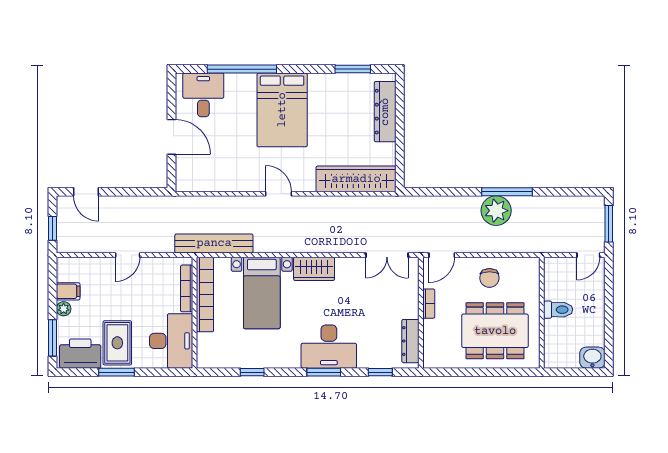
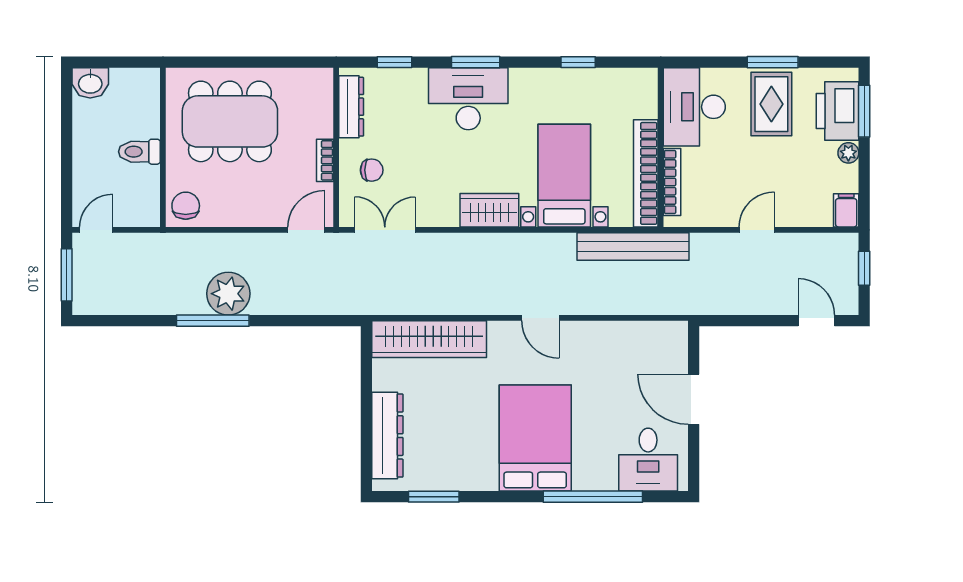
chair: (489, 278) -> (186, 206), moved
filing cabinet: (68, 291) -> (846, 210), moved, turned 90
chair: (396, 297) -> (372, 170), added
printer: (80, 354) -> (838, 111), moved, turned 90

